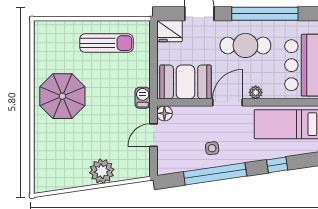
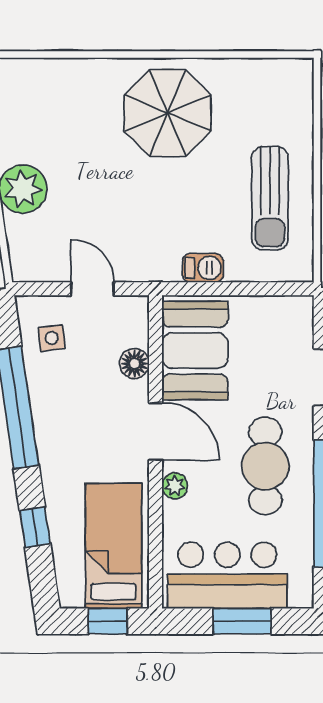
fridge: (170, 31) -> (293, 320), removed
barbecue: (143, 98) -> (203, 268), moved
floor lamp: (164, 113) -> (134, 364), moved
side table: (212, 148) -> (52, 338), moved

